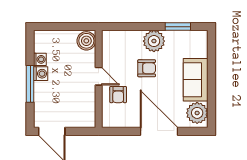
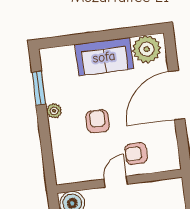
plant: (154, 41) -> (54, 111), width x0.53, depth x0.53
armchair: (118, 95) -> (136, 154), turned 180

